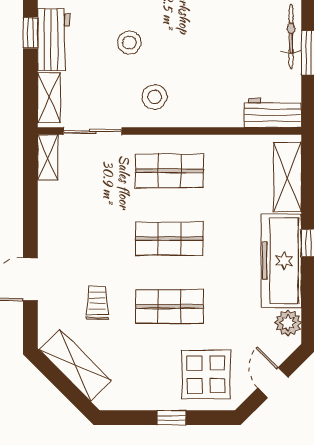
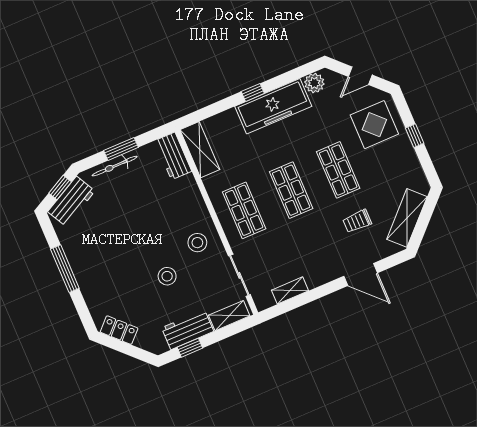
shelving: (48, 157) -> (290, 290), moved
shelving: (287, 177) -> (200, 150), moved, turned 90

